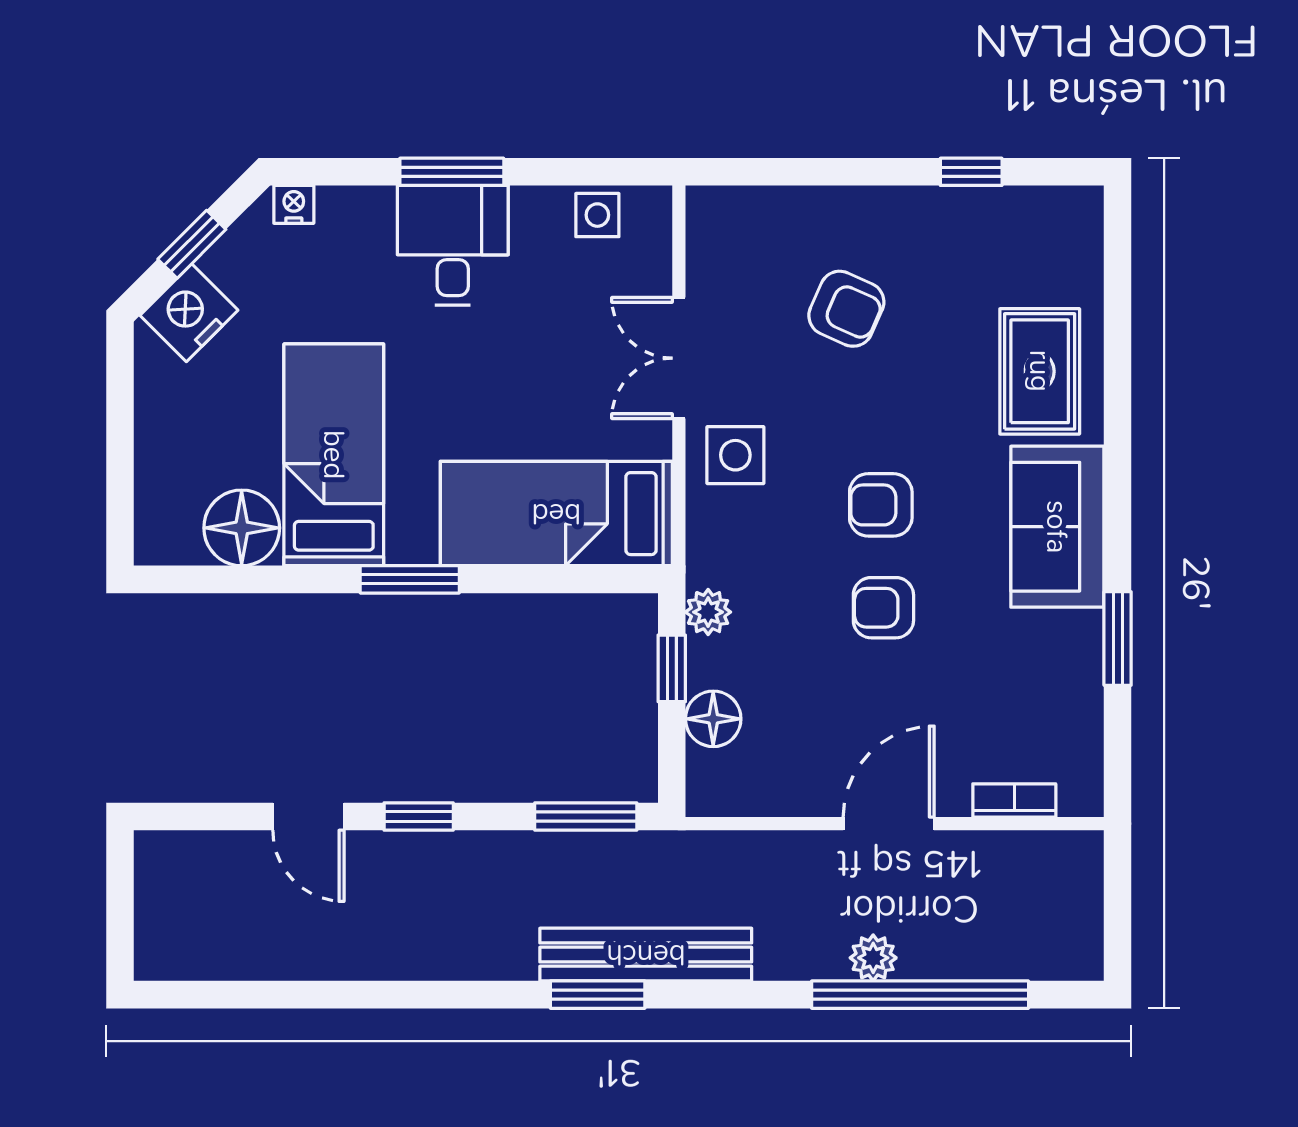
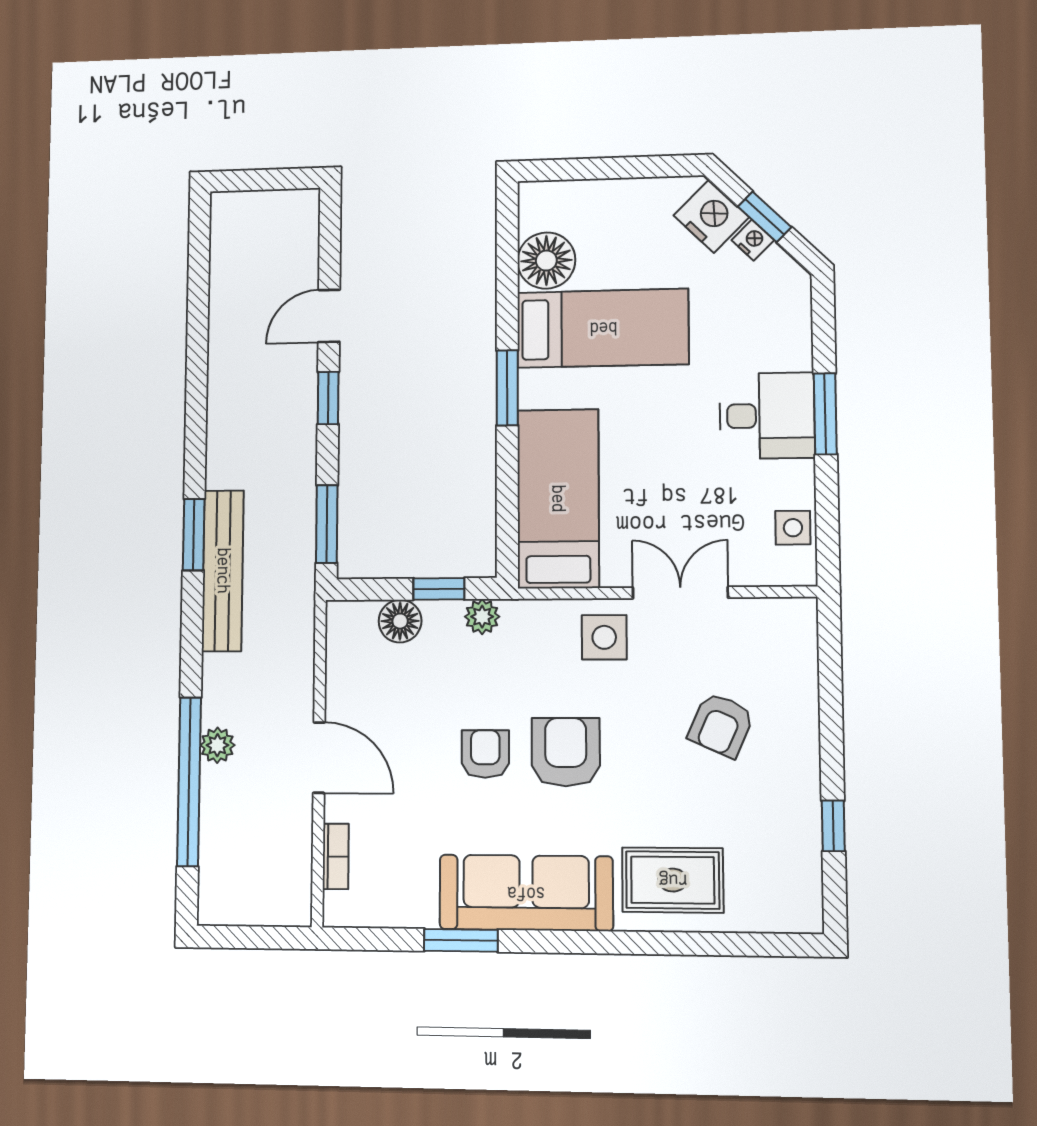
nightstand: (294, 204) -> (753, 240), moved, turned -45
armchair: (881, 505) -> (566, 752), width x1.38, depth x1.38
sofa: (1057, 527) -> (526, 893), width x1.36

